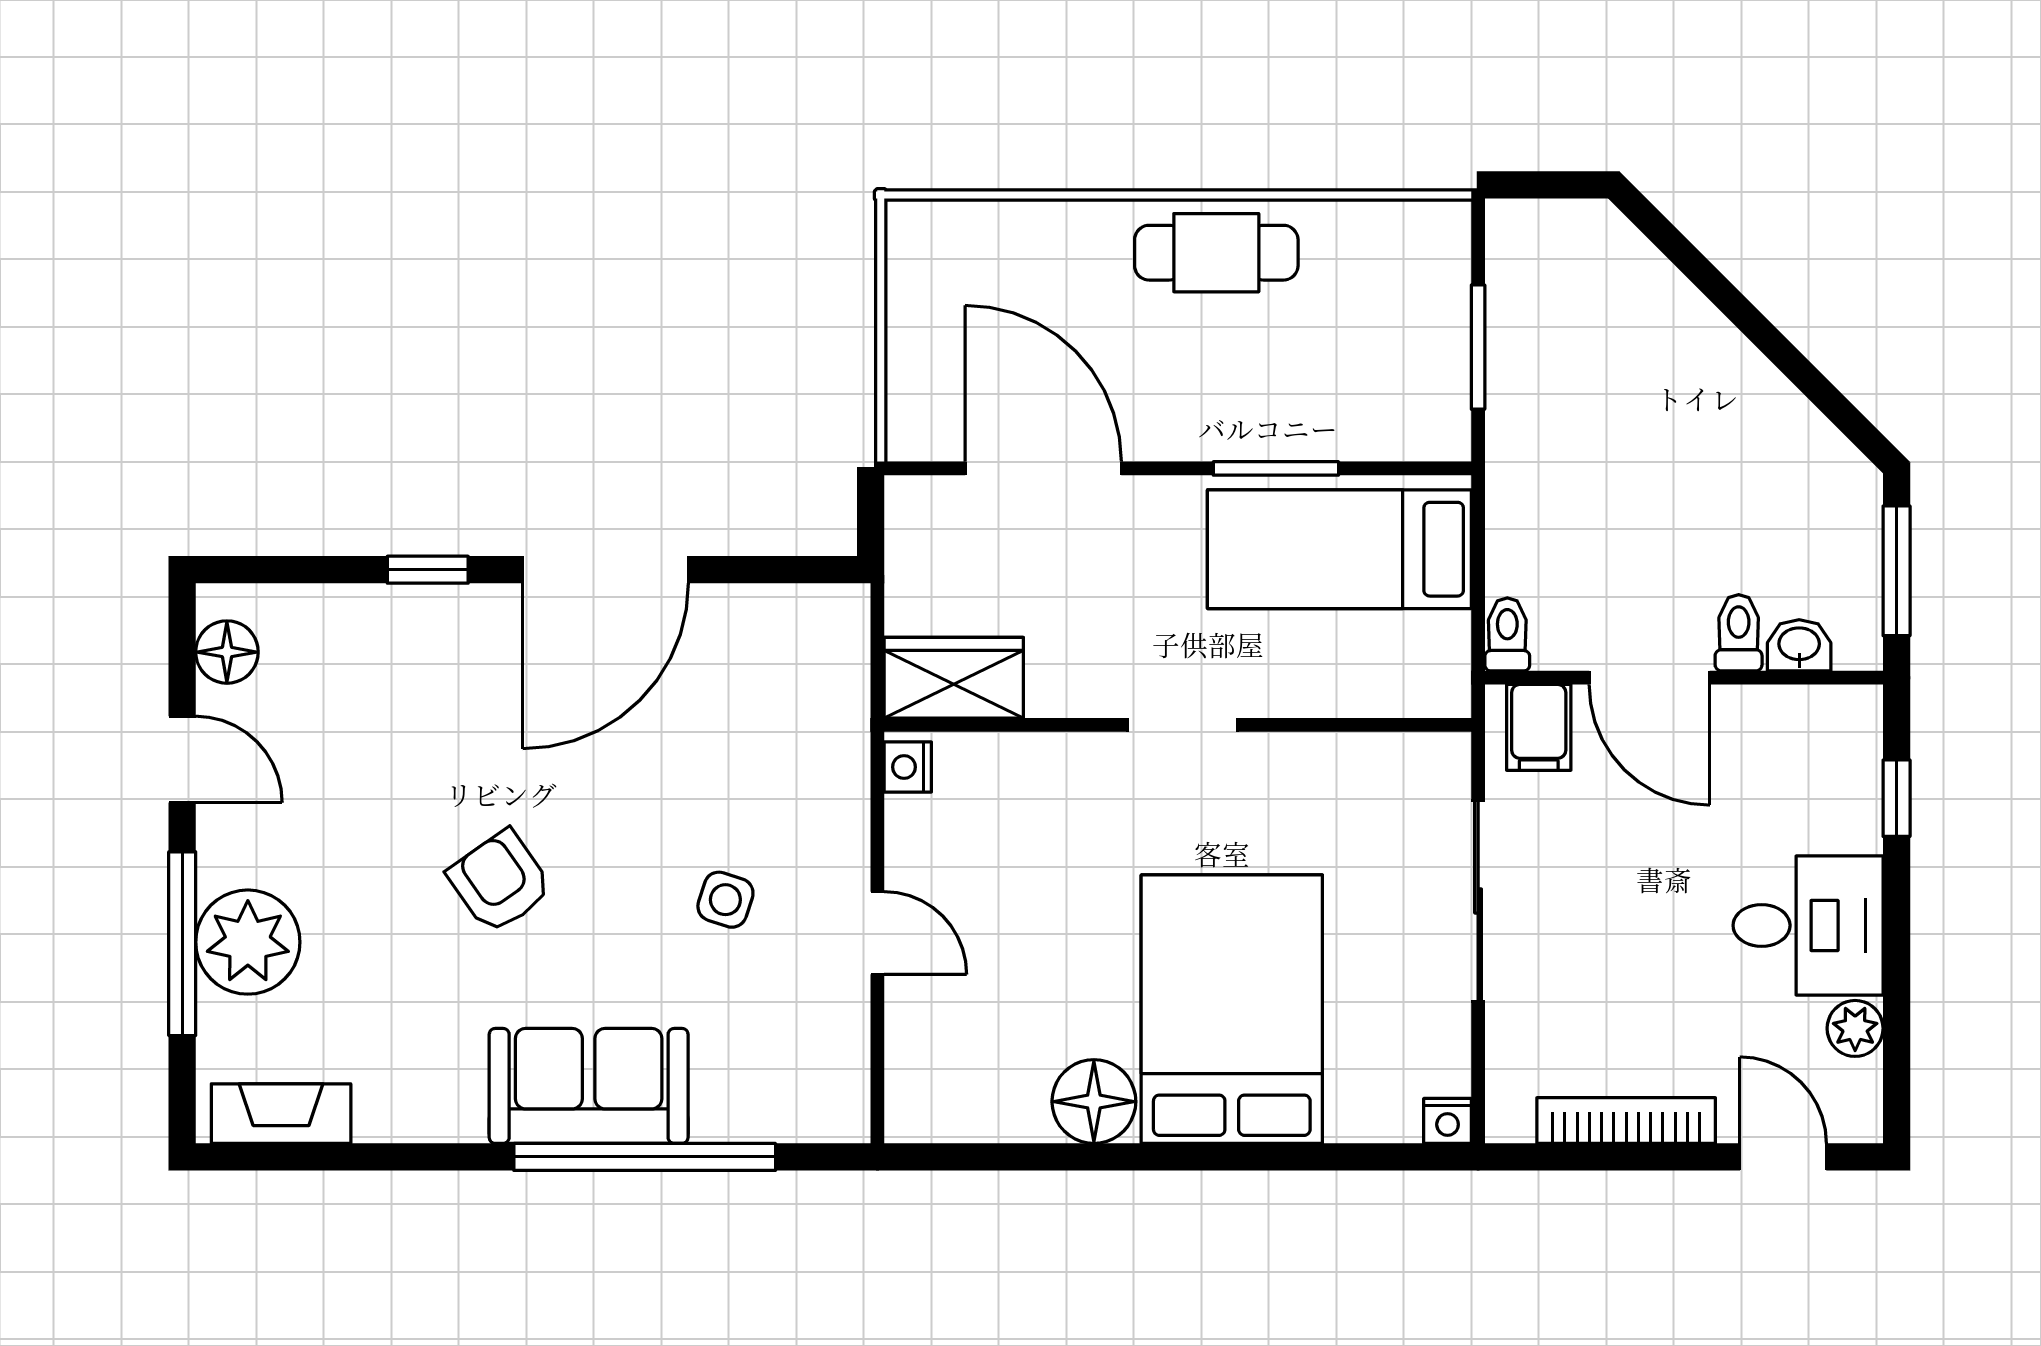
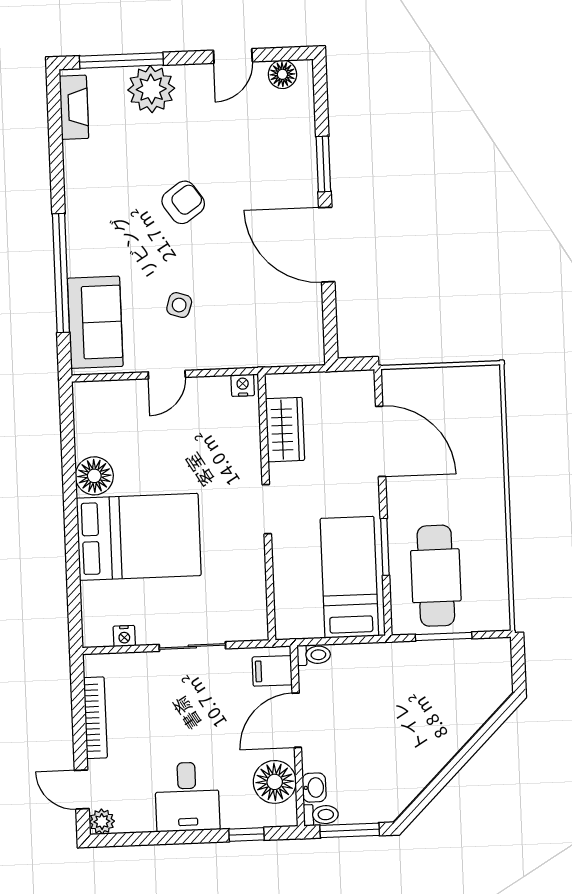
cafe table: (1216, 253) -> (436, 576), moved, width x1.37, depth x1.35
door: (1043, 468) -> (381, 441), hinge flipped
window: (428, 570) -> (323, 164), width x1.50
toilet: (1739, 633) -> (321, 815), moved
wardrobe: (954, 678) -> (285, 430), moved
floor lamp: (1783, 732) -> (275, 782), added
sliding door: (1478, 901) -> (192, 647), width x0.73
window: (182, 944) -> (121, 60), moved
plant: (1855, 1028) -> (102, 822), moved
sofa: (589, 1086) -> (95, 322), moved
nightstand: (1448, 1121) -> (124, 636), moved, turned -90
door: (1783, 1157) -> (82, 790), swing flipped

